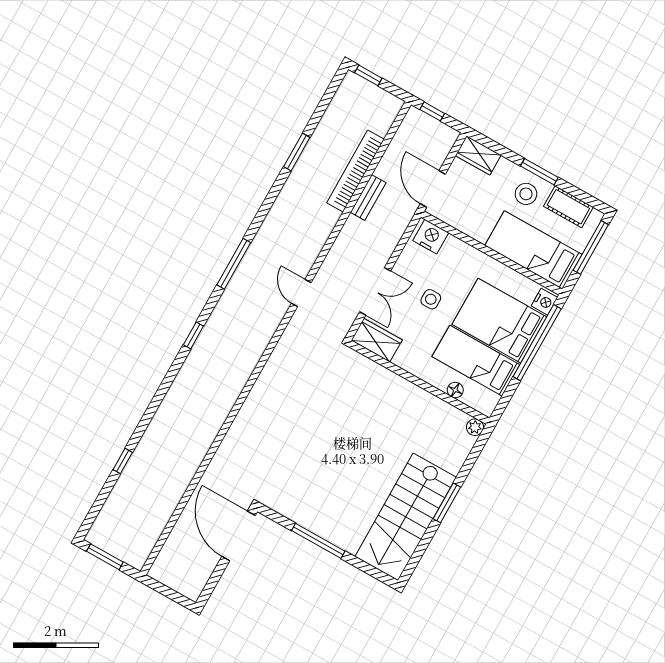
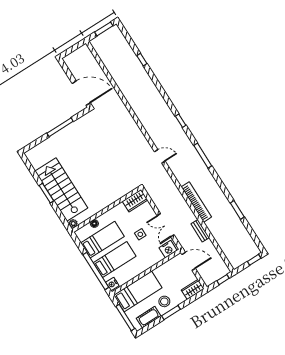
bookcase: (355, 171) -> (196, 202), moved
double door: (375, 291) -> (166, 225), moved
door: (301, 293) -> (160, 156), moved
bed: (499, 321) -> (115, 260), width x0.67
stairs: (406, 517) -> (61, 190), moved

